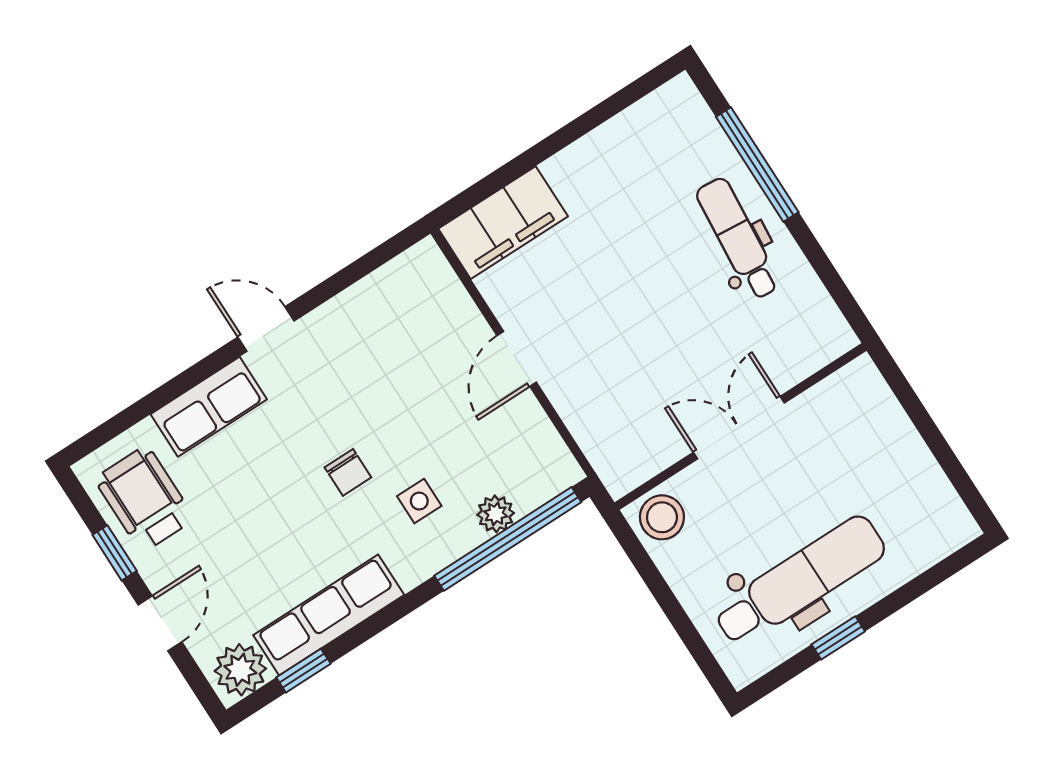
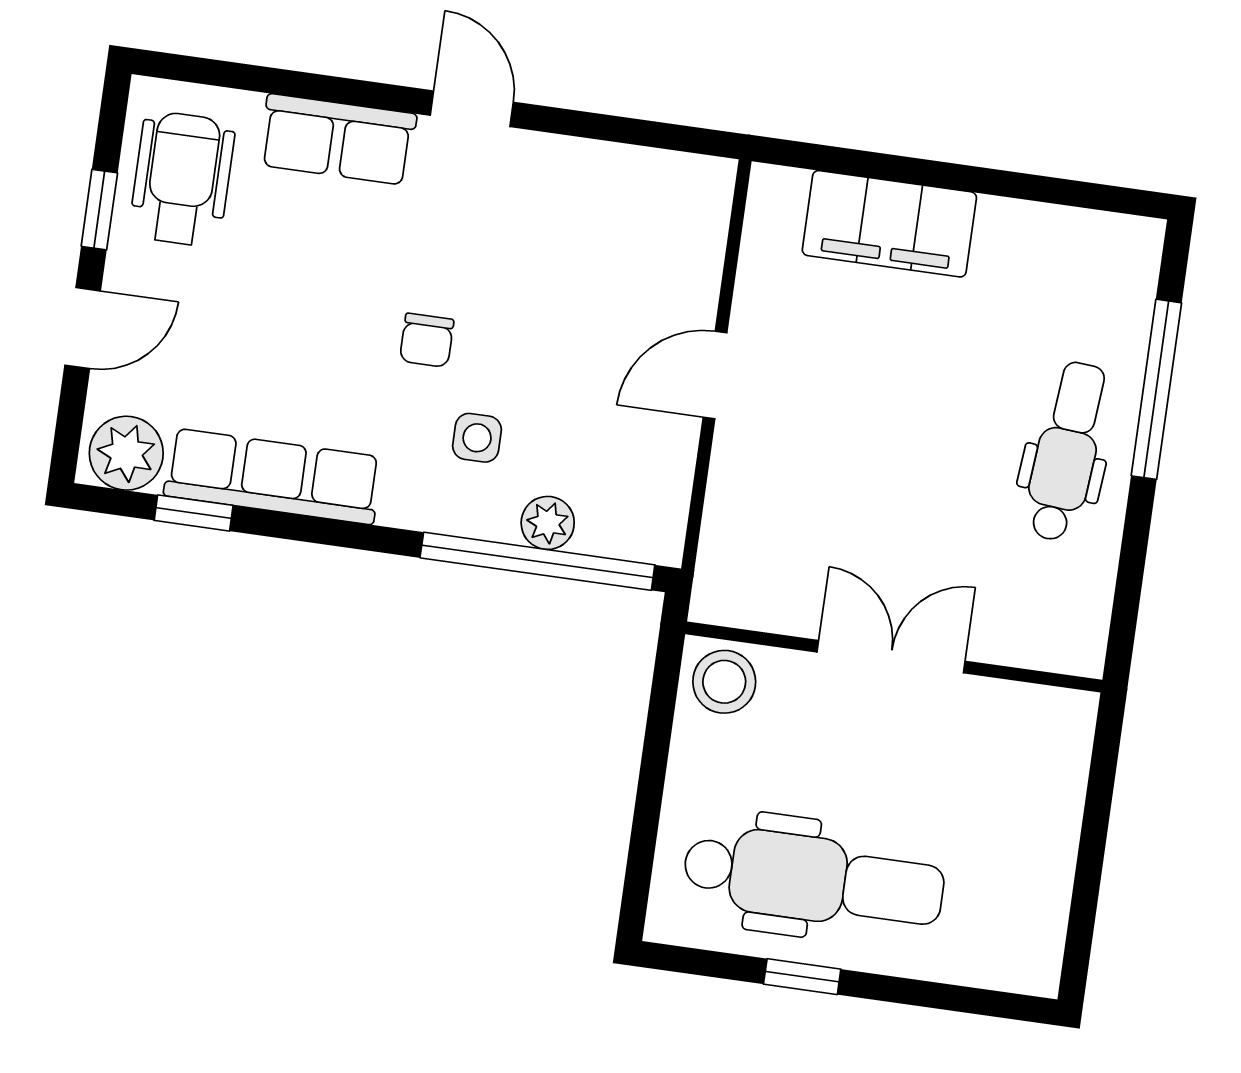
filing cabinet: (503, 223) -> (889, 224), moved

